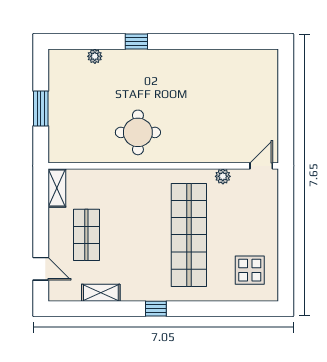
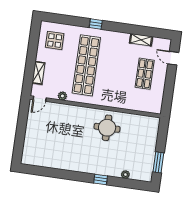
window: (41, 108) -> (158, 162), moved
shelving: (57, 188) -> (38, 73), moved
window: (156, 309) -> (96, 24), moved

